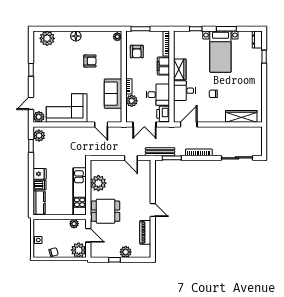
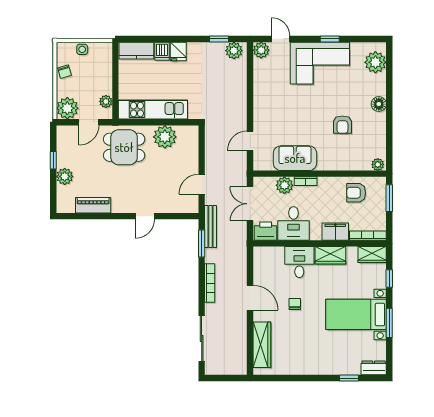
wardrobe: (179, 41) -> (372, 255), added
corner sofa: (67, 108) -> (320, 63), moved, turned 90
door: (189, 125) -> (250, 298), moved
door: (153, 210) -> (145, 216), moved
dining table: (106, 211) -> (124, 147), turned 90

